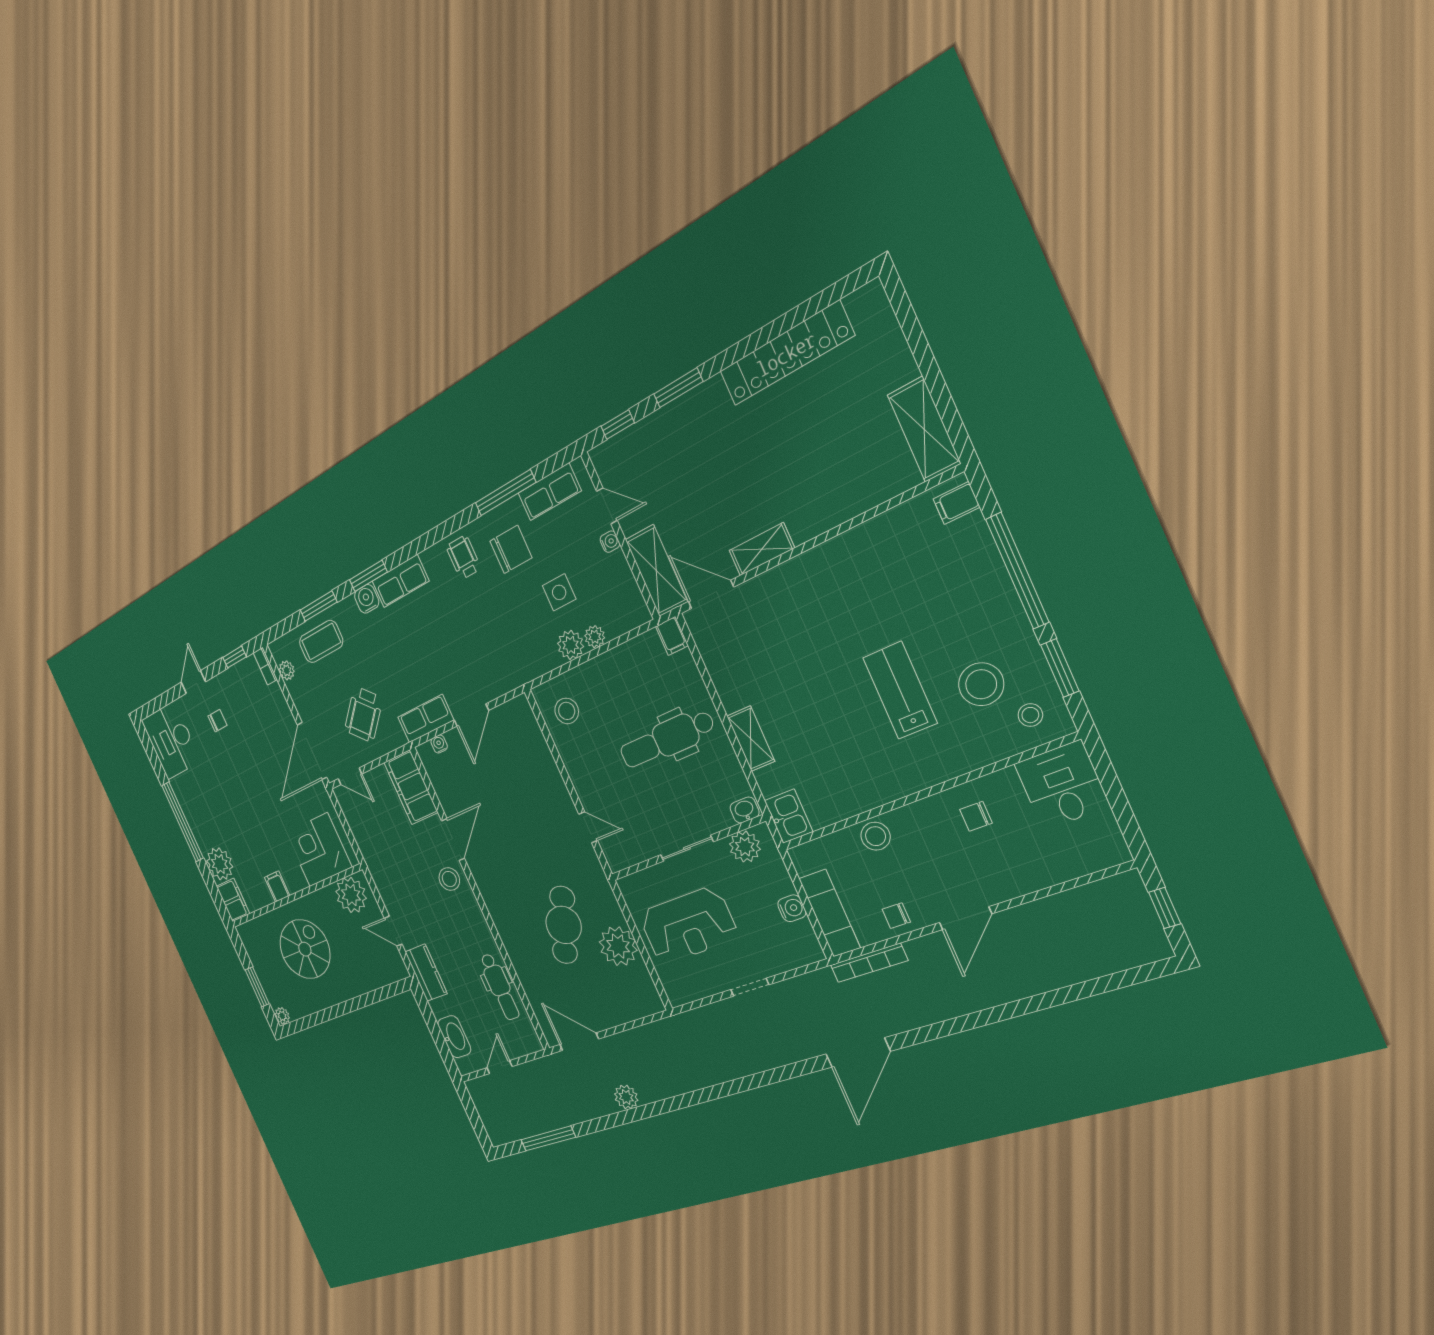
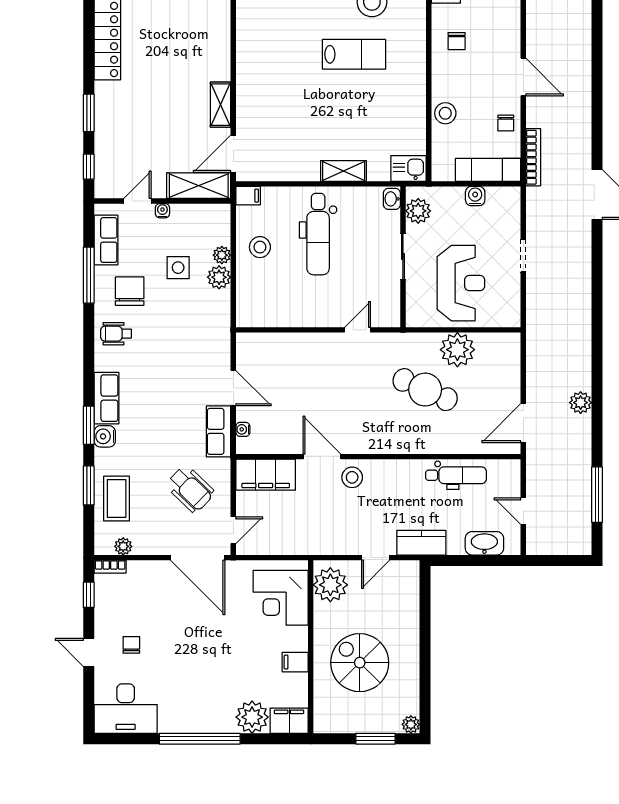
lab bench: (900, 690) -> (354, 54), turned 180
stool: (567, 711) -> (260, 247), moved

